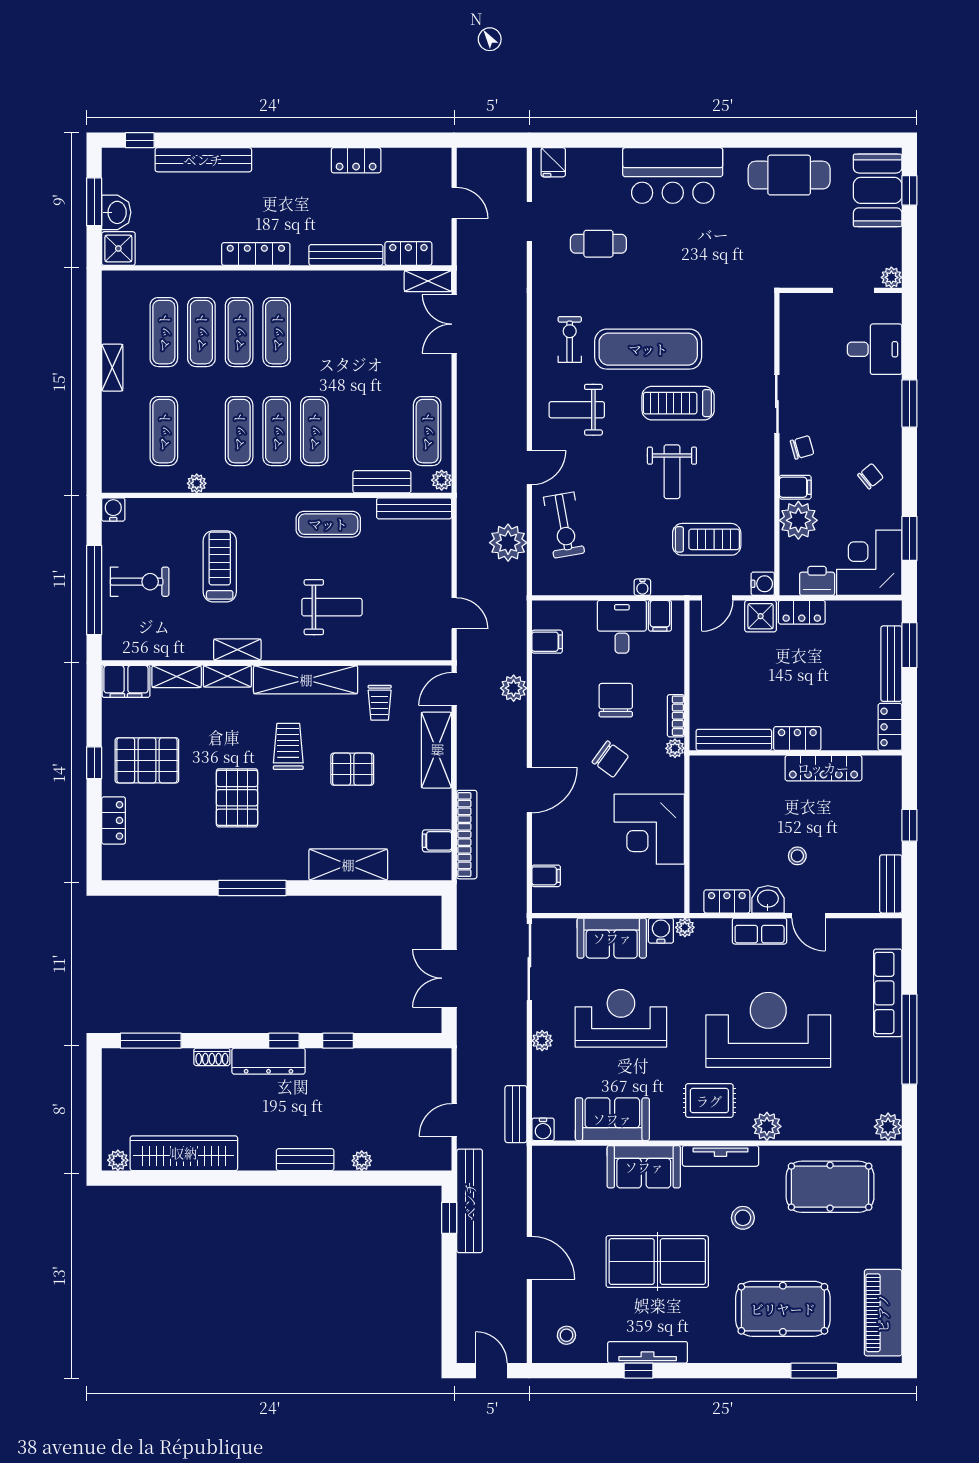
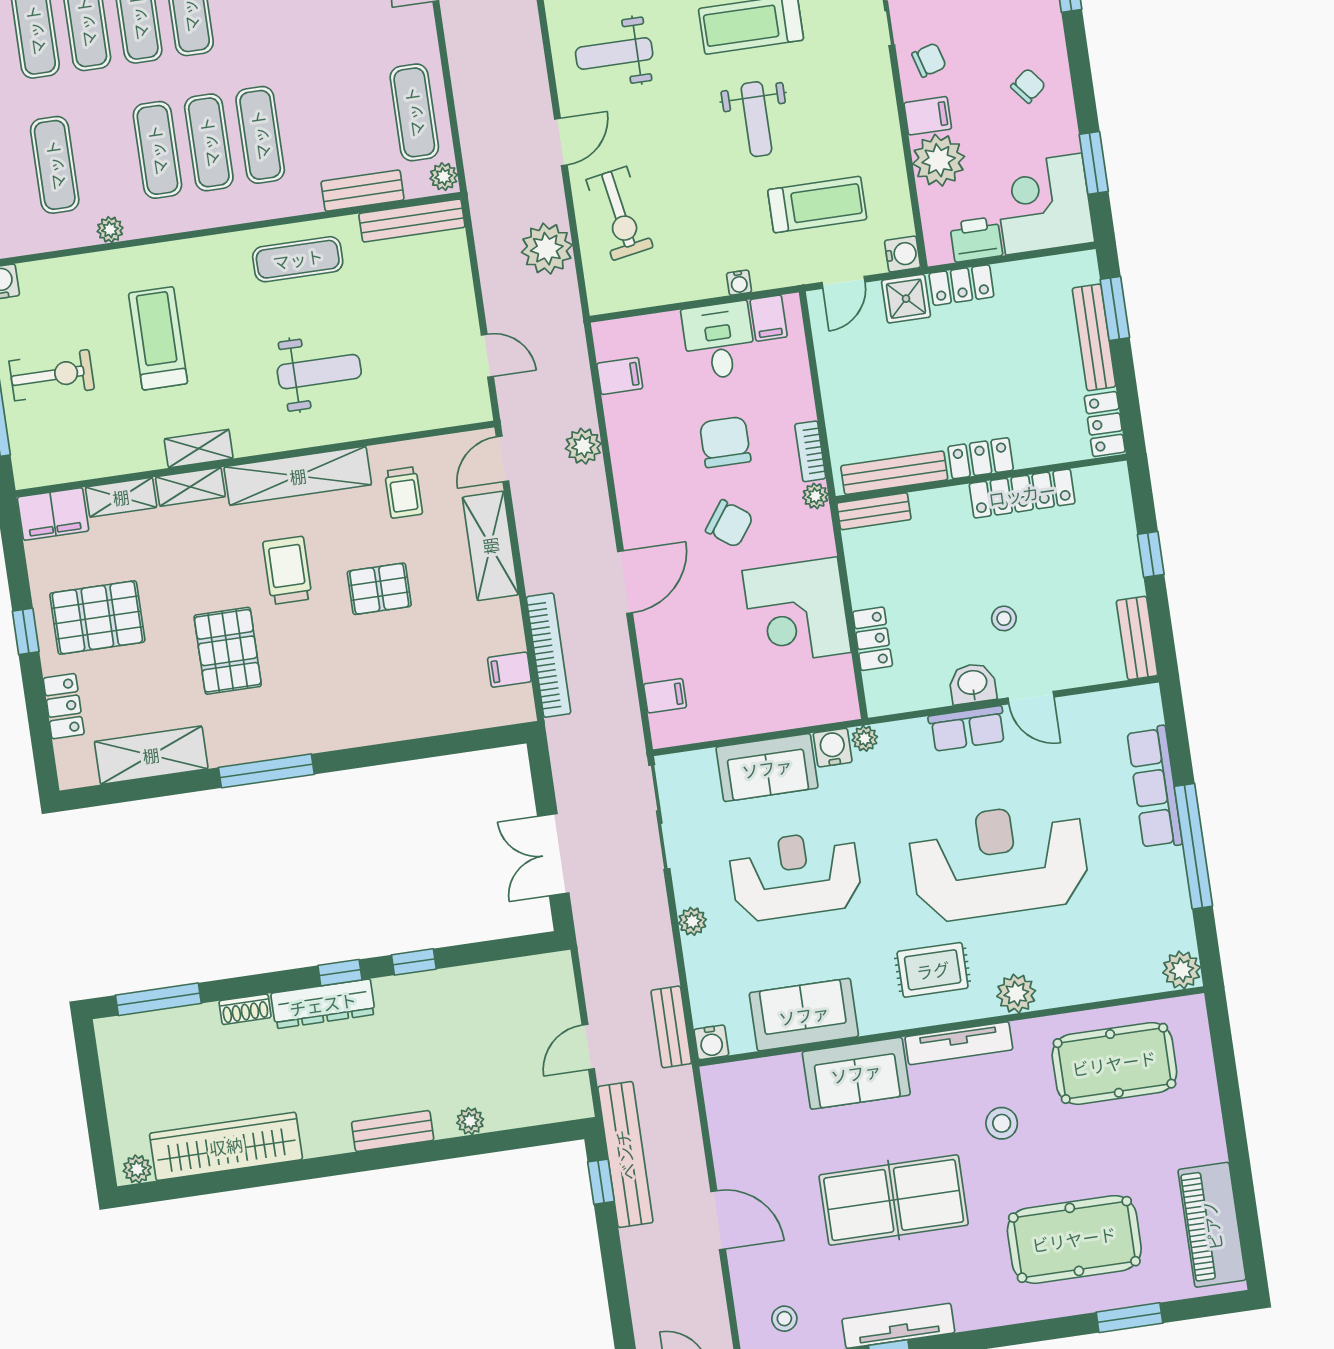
bench: (715, 765) -> (874, 511), added
shelving: (348, 865) -> (151, 755), moved
locker: (727, 901) -> (873, 639), moved, turned 90

